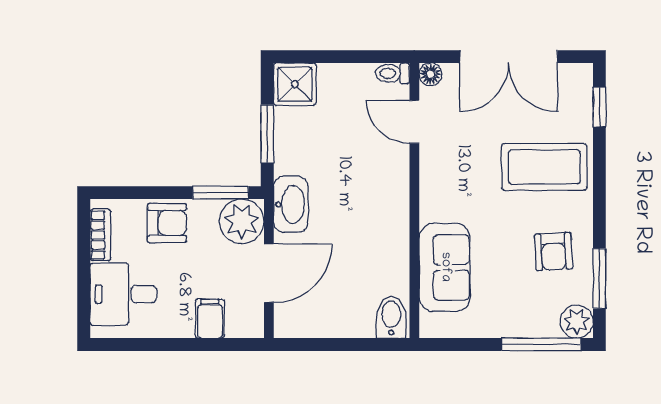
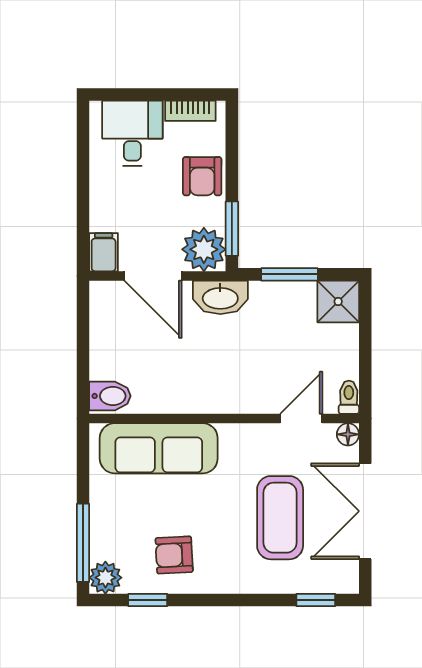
coffee table: (544, 167) -> (280, 518), moved
sofa: (445, 267) -> (159, 448), width x1.36
window: (599, 279) -> (148, 600), width x0.67
filing cabinet: (210, 319) -> (104, 252), moved, turned -90

